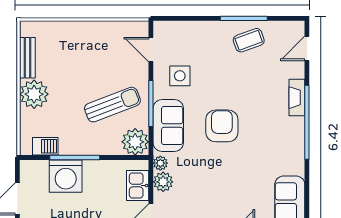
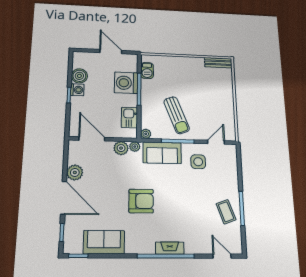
bench: (27, 58) -> (218, 63), moved
plant: (34, 94) -> (183, 65), removed
fireplace: (297, 98) -> (170, 248), moved
armchair: (222, 126) -> (141, 201), moved
plant: (135, 142) -> (146, 134), width x0.53, depth x0.53
kitchen sink: (138, 186) -> (129, 118), moved, turned -90

